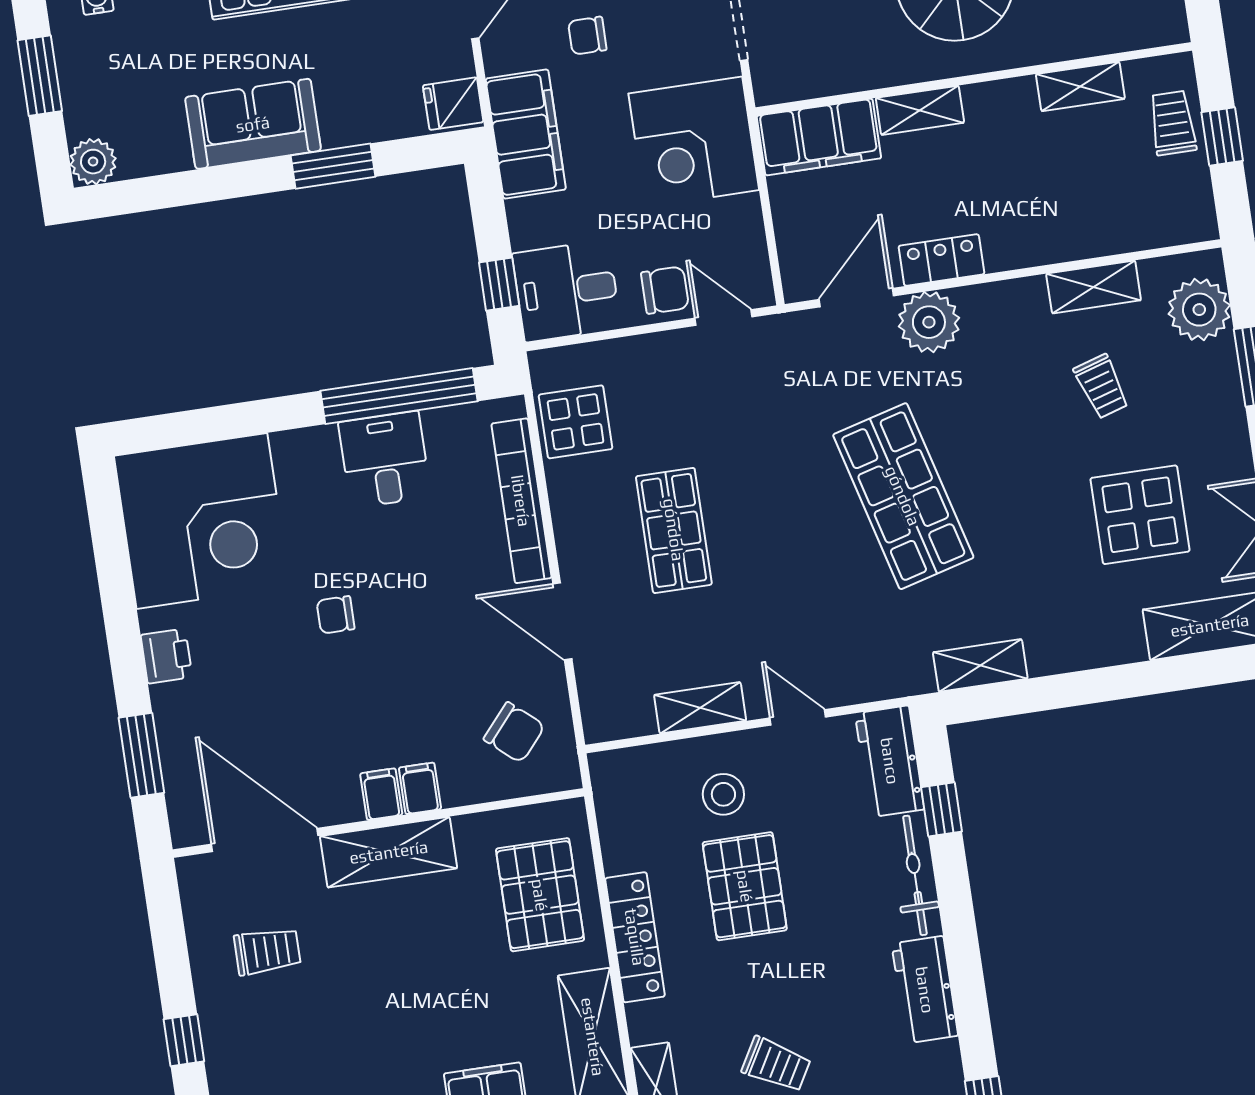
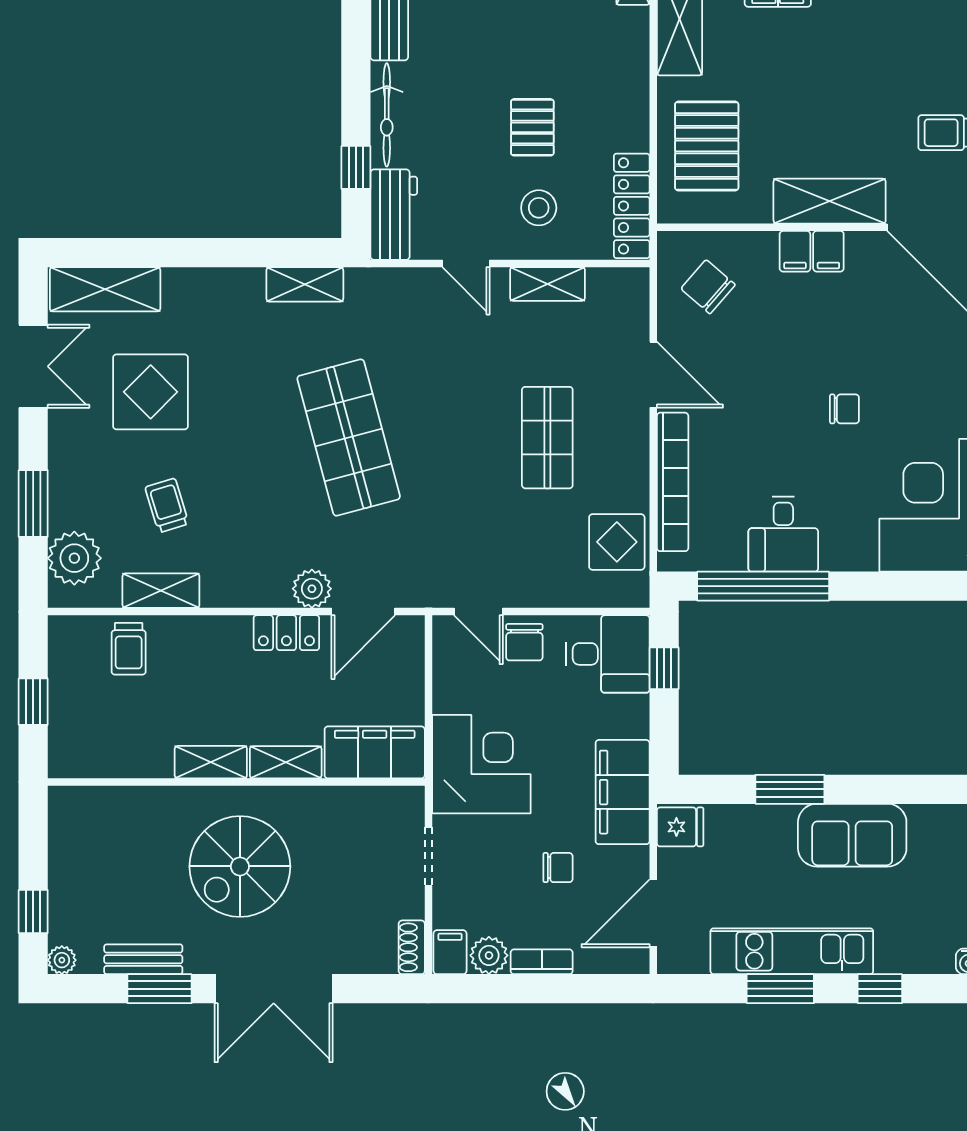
shelving: (1080, 86) -> (211, 762), moved
trolley: (1173, 123) -> (129, 649), moved
chair: (665, 290) -> (524, 642), turned -90
plant: (929, 322) -> (312, 589), width x0.73, depth x0.73
pallet: (745, 886) -> (532, 127), width x0.67, depth x0.71
locker: (635, 937) -> (632, 206), moved

